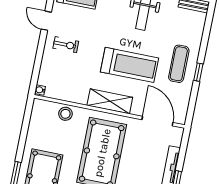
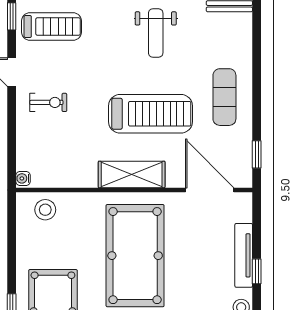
window: (198, 72) -> (257, 154), moved
stool: (65, 114) -> (45, 210), moved

